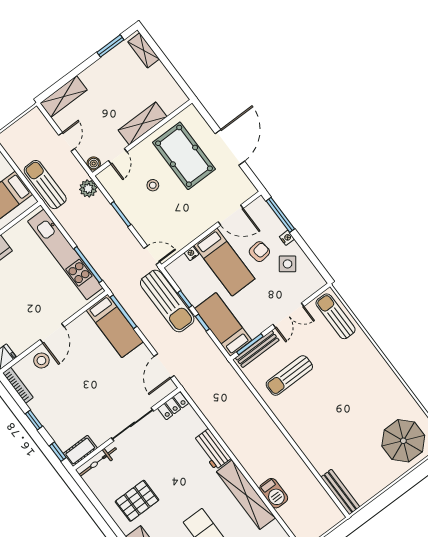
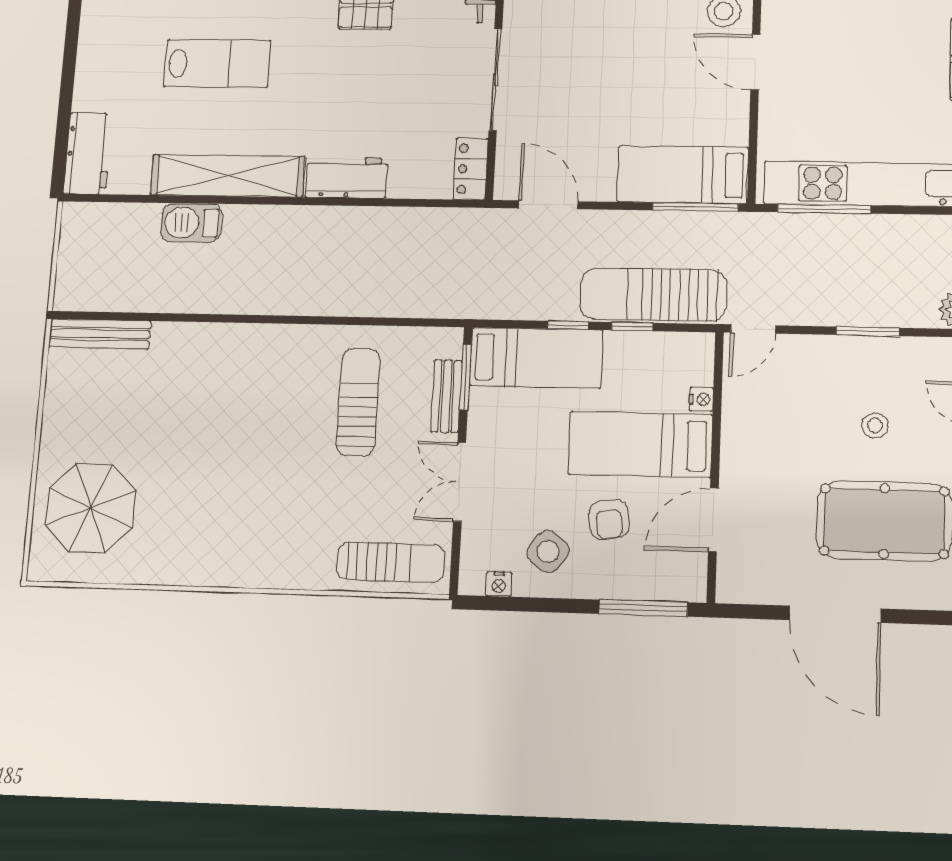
nightstand: (287, 238) -> (499, 584), moved
bench: (257, 349) -> (446, 396), width x0.73

